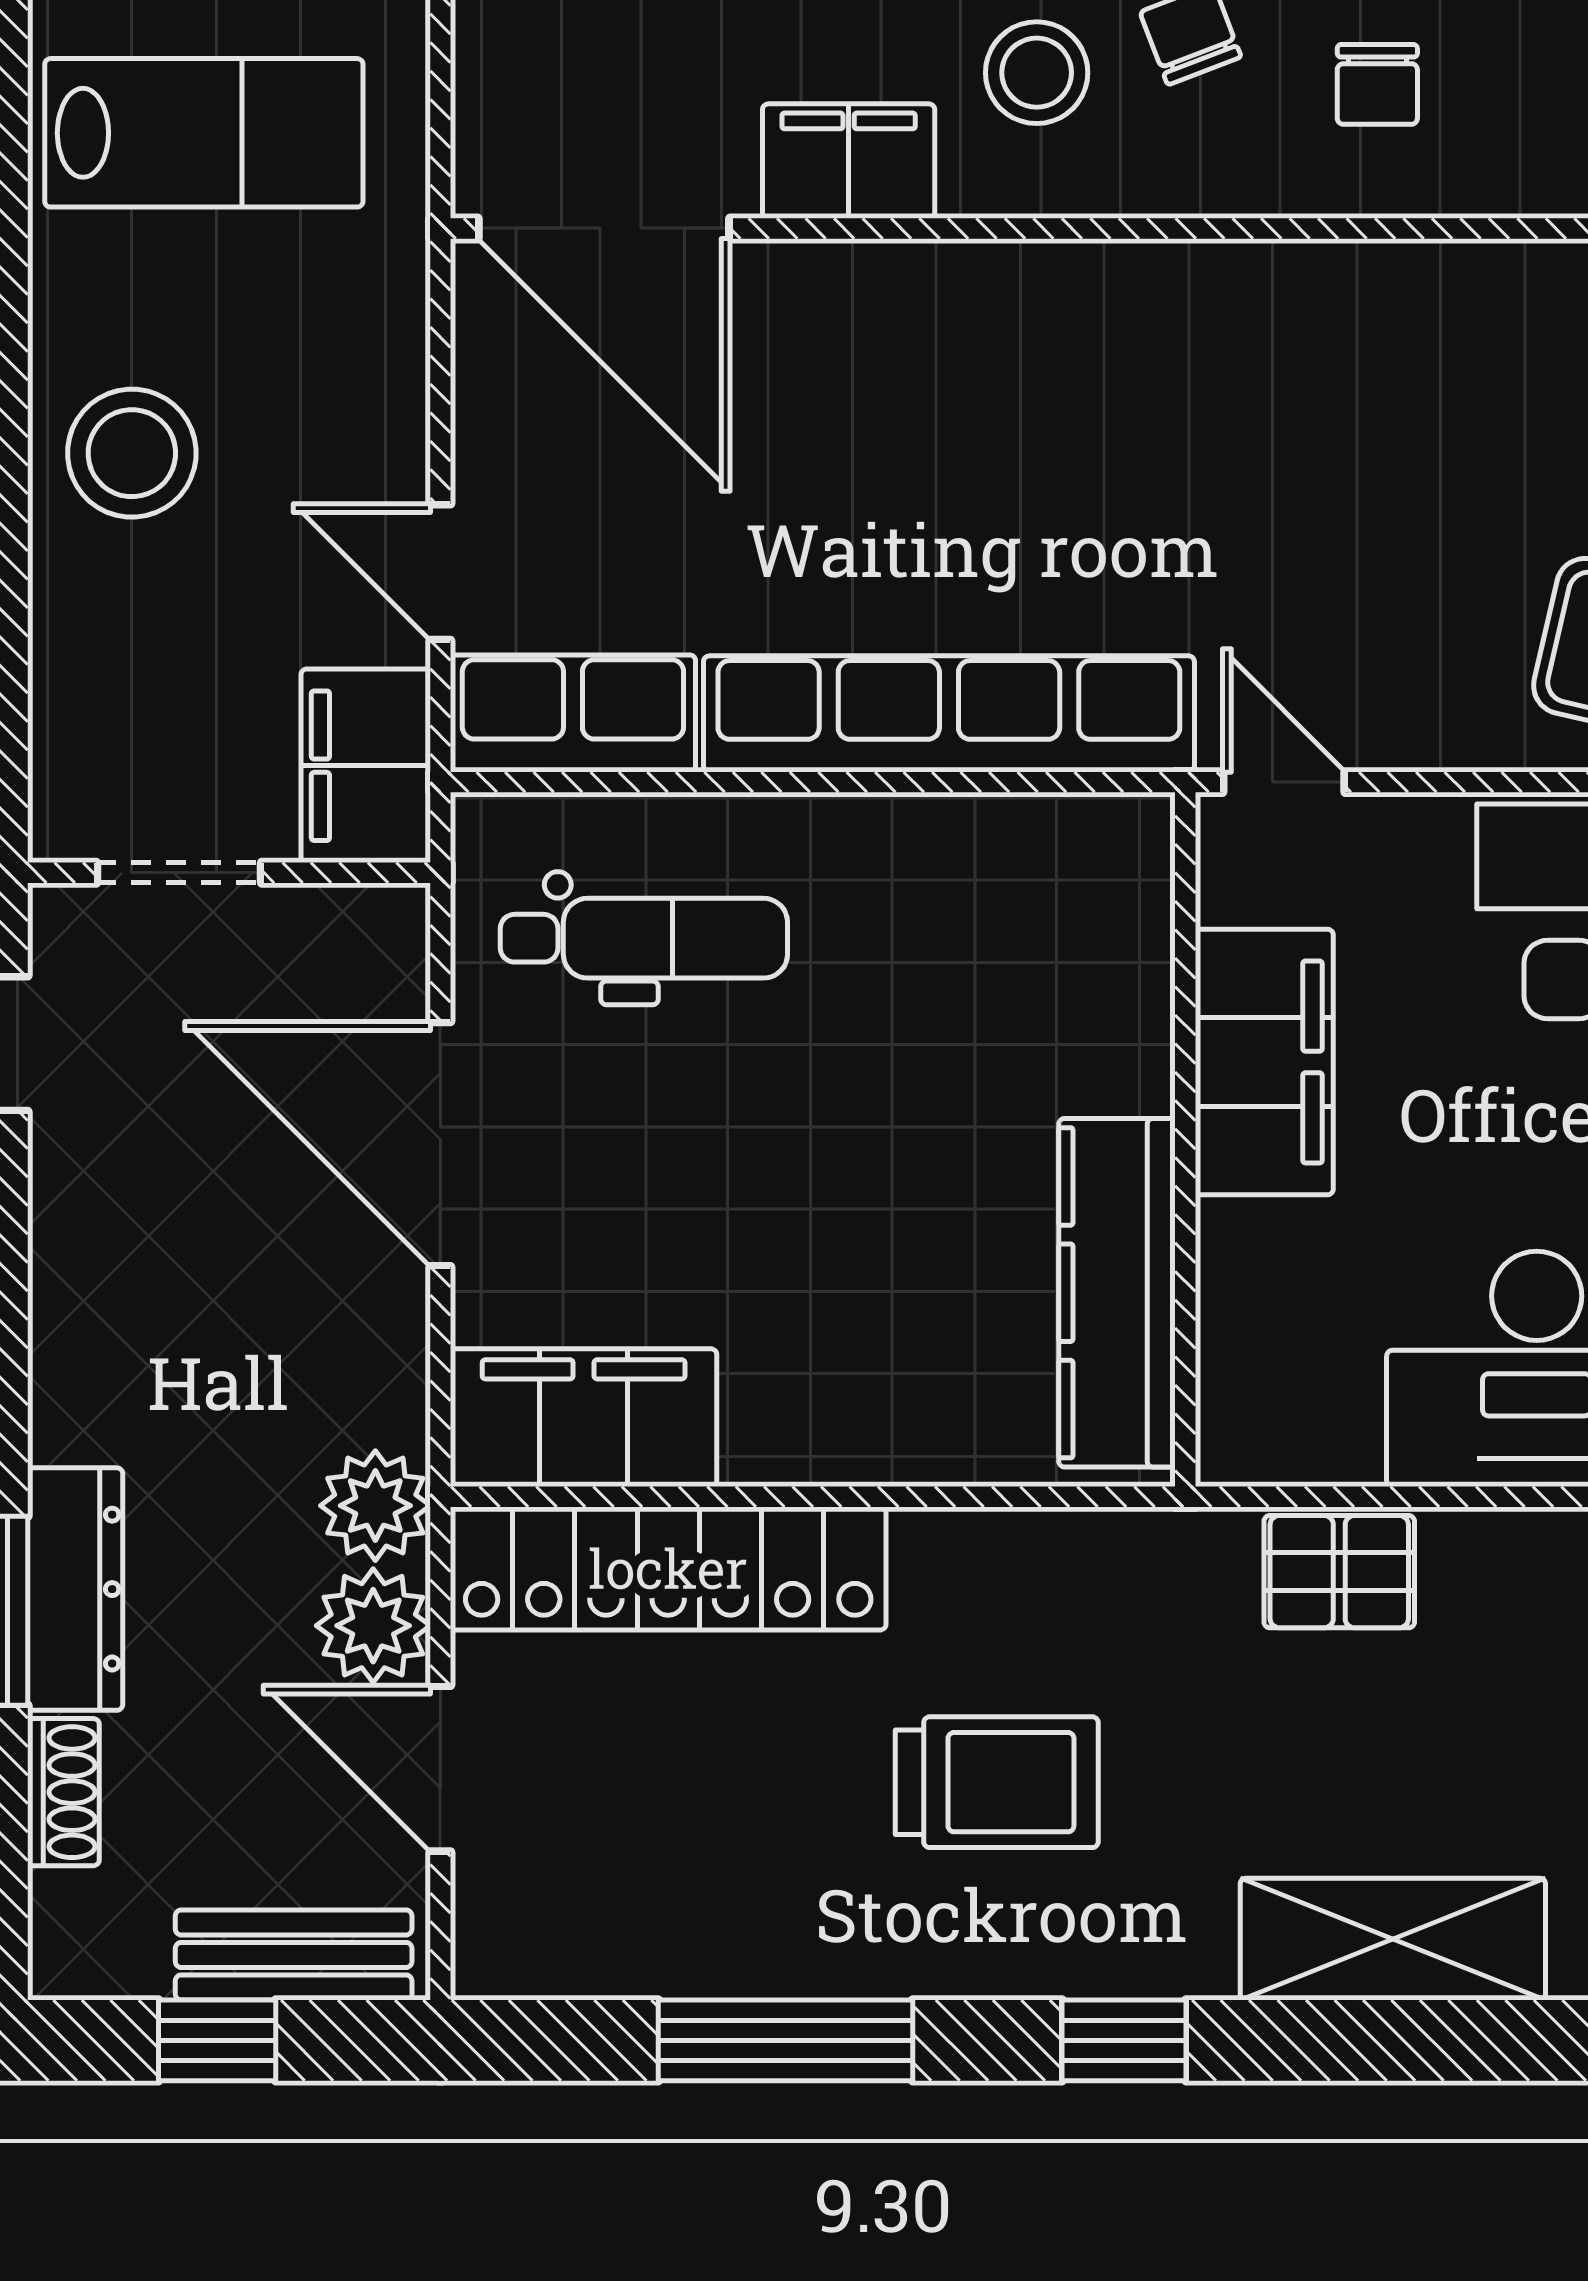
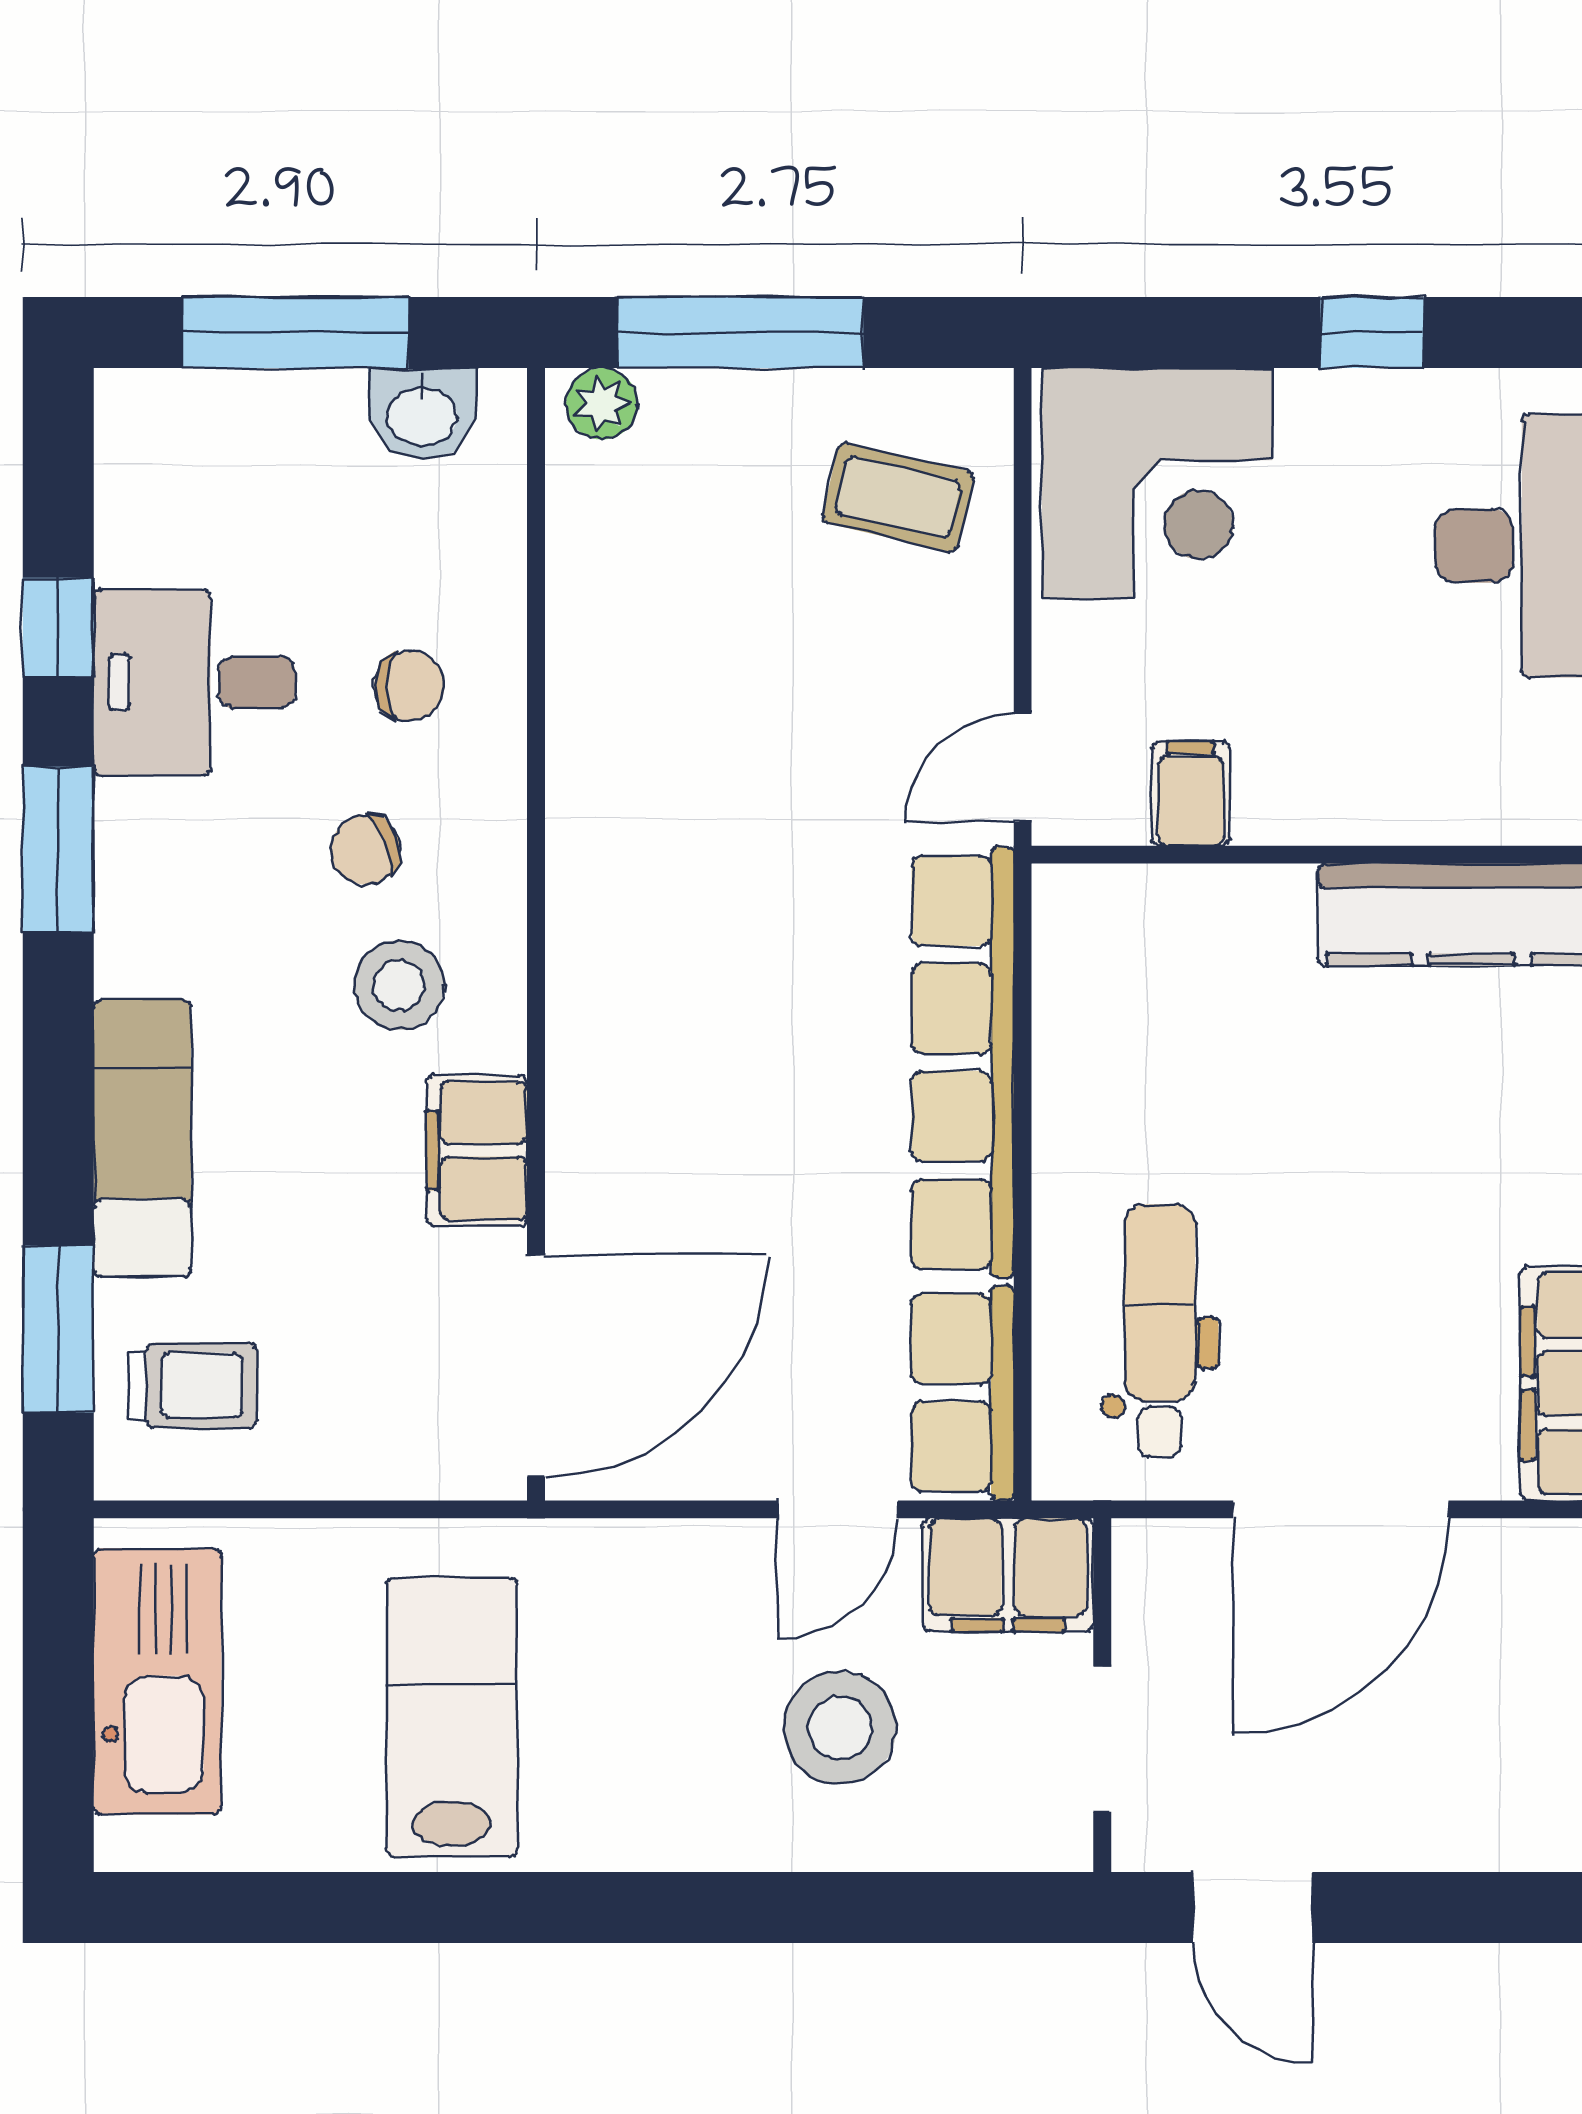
stool: (132, 453) -> (840, 1728), moved
filing cabinet: (1264, 1062) -> (1191, 794), width x0.33, depth x0.86

